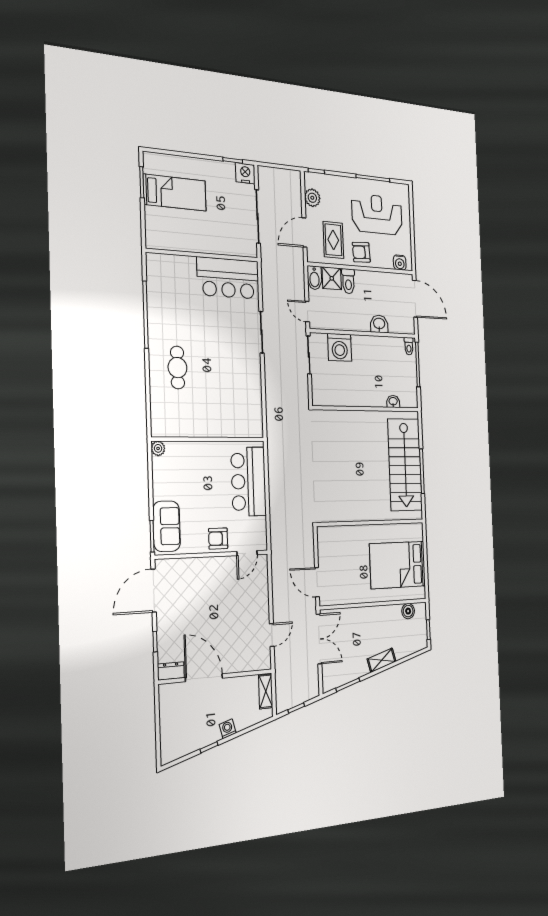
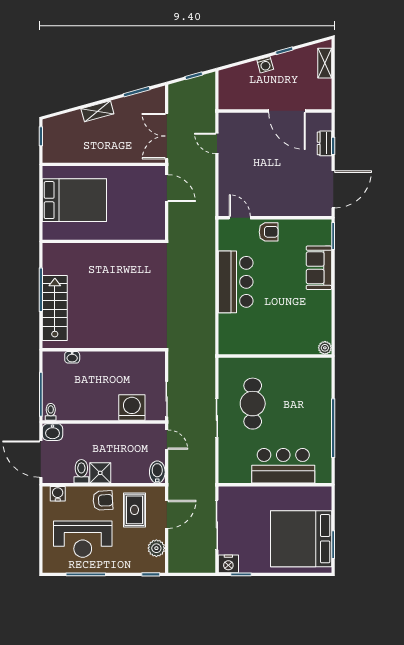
bed: (175, 193) -> (301, 539), width x2.04
bar counter: (228, 278) -> (283, 466), moved
shower: (332, 278) -> (100, 473), moved
toilet: (348, 281) -> (81, 471), moved
washbasin: (379, 324) -> (53, 432), moved
cafe table: (177, 368) -> (253, 404), moved, width x1.37, depth x1.35
wall: (209, 439) -> (275, 356), moved
plant: (158, 448) -> (325, 348), moved
stairs: (405, 465) -> (55, 308), width x0.73, depth x0.66
sofa: (167, 526) -> (319, 268), moved
door: (247, 553) -> (240, 218), hinge flipped
boiler: (408, 611) -> (64, 155), removed
door: (272, 635) -> (217, 143), hinge flipped
dresser: (171, 671) -> (324, 143), moved, turned 90
shelving: (266, 691) -> (325, 63), moved

